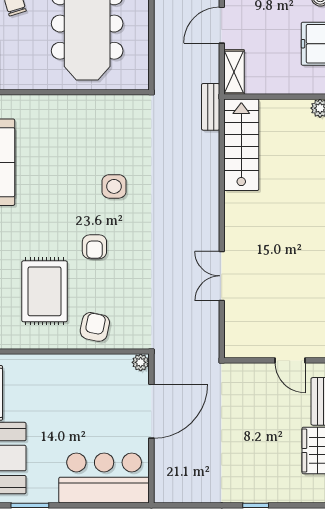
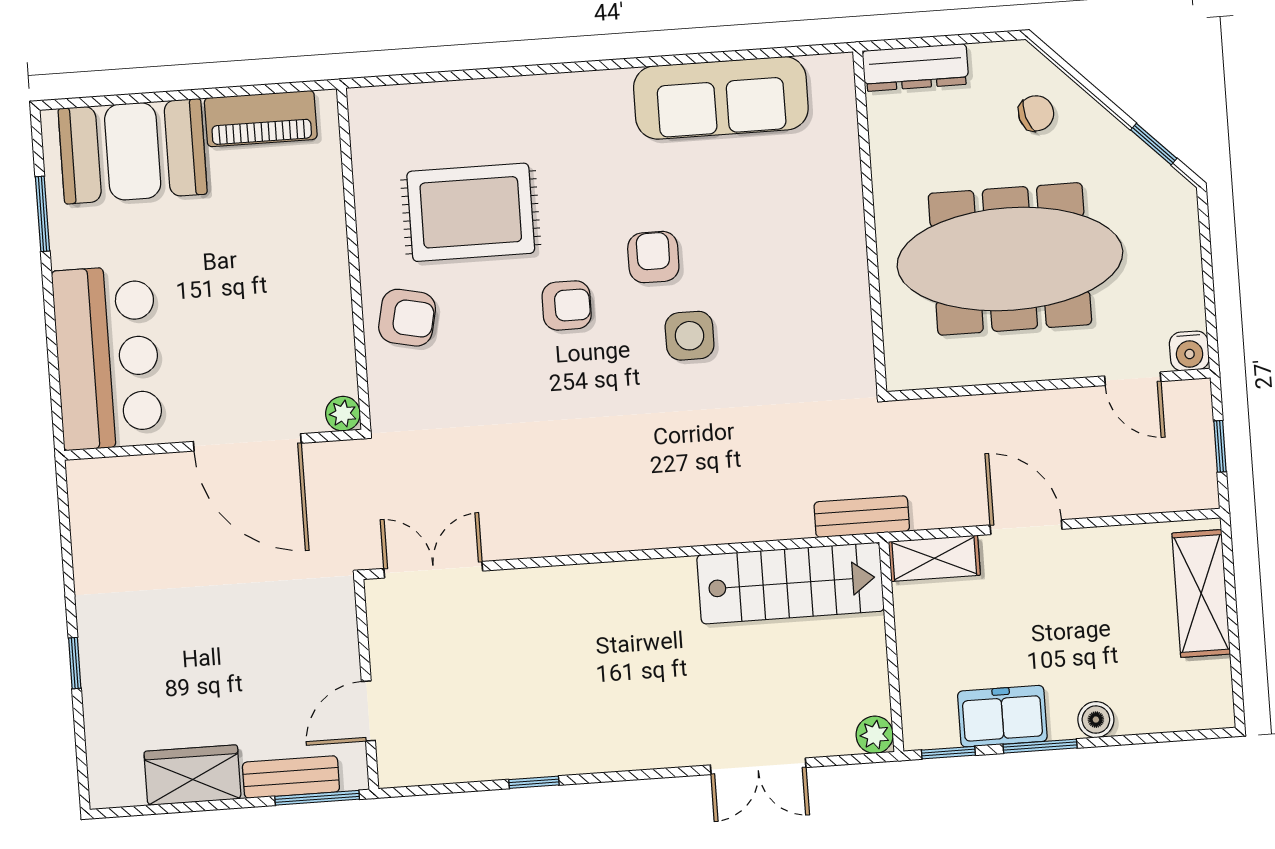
armchair: (73, 202) -> (653, 257), added
armchair: (94, 247) -> (567, 305), turned 180
double door: (222, 276) -> (433, 570), moved

